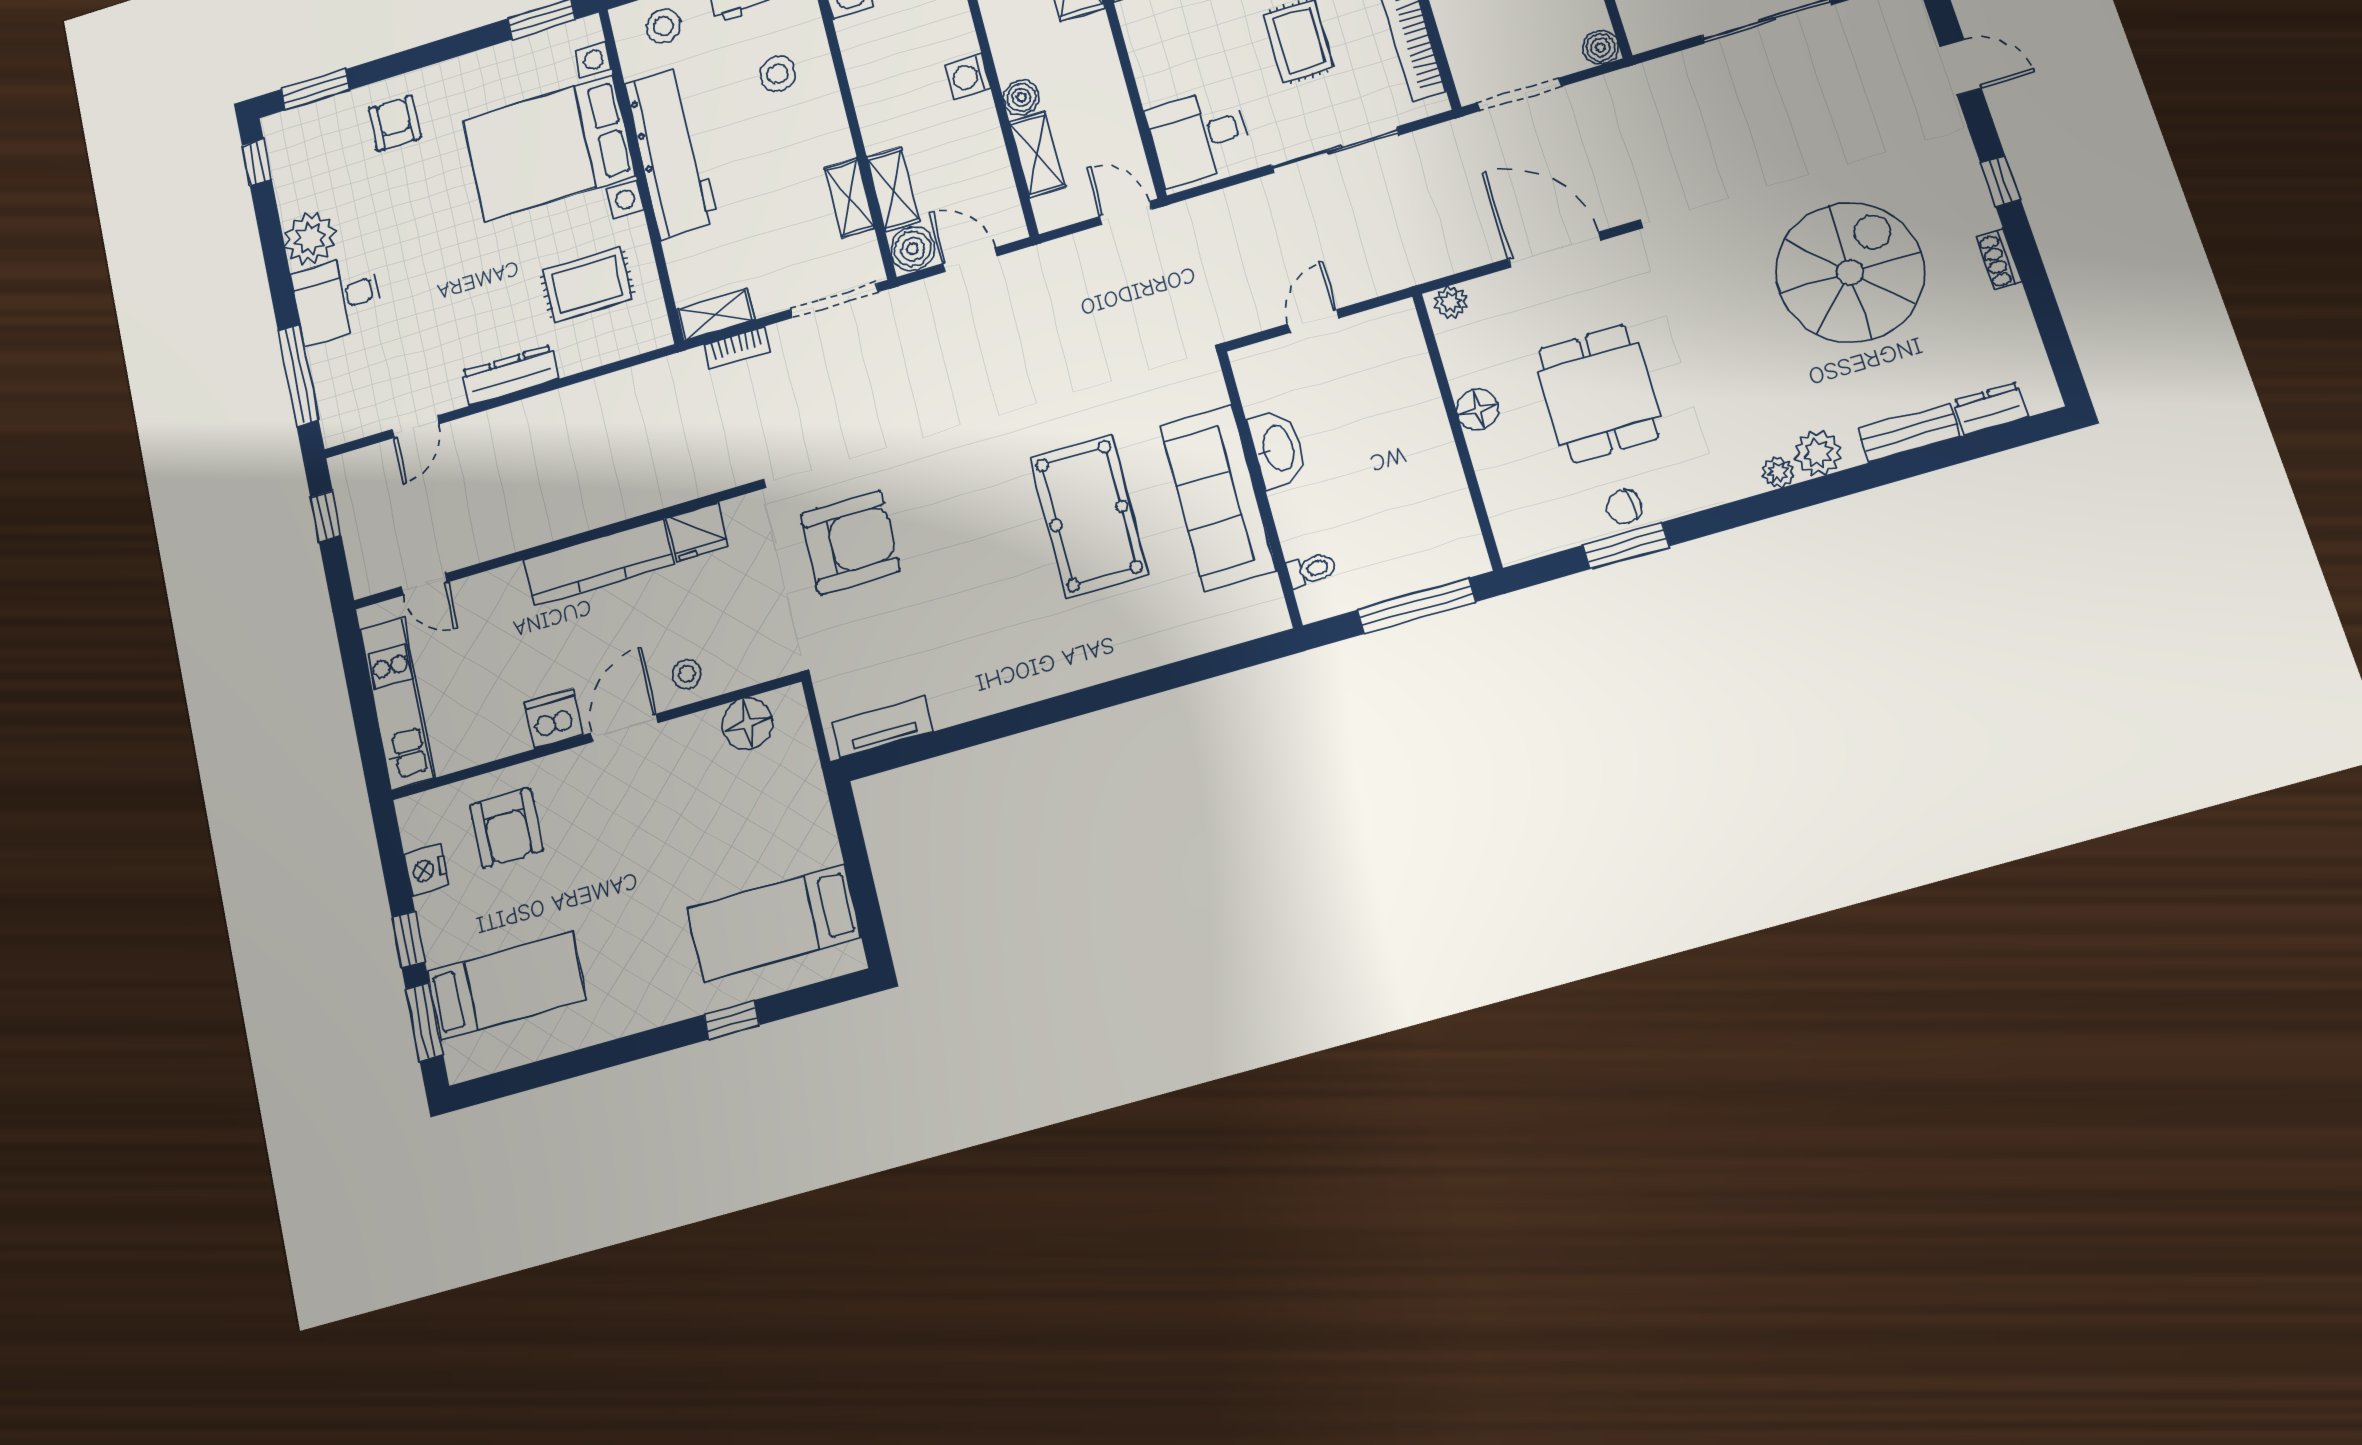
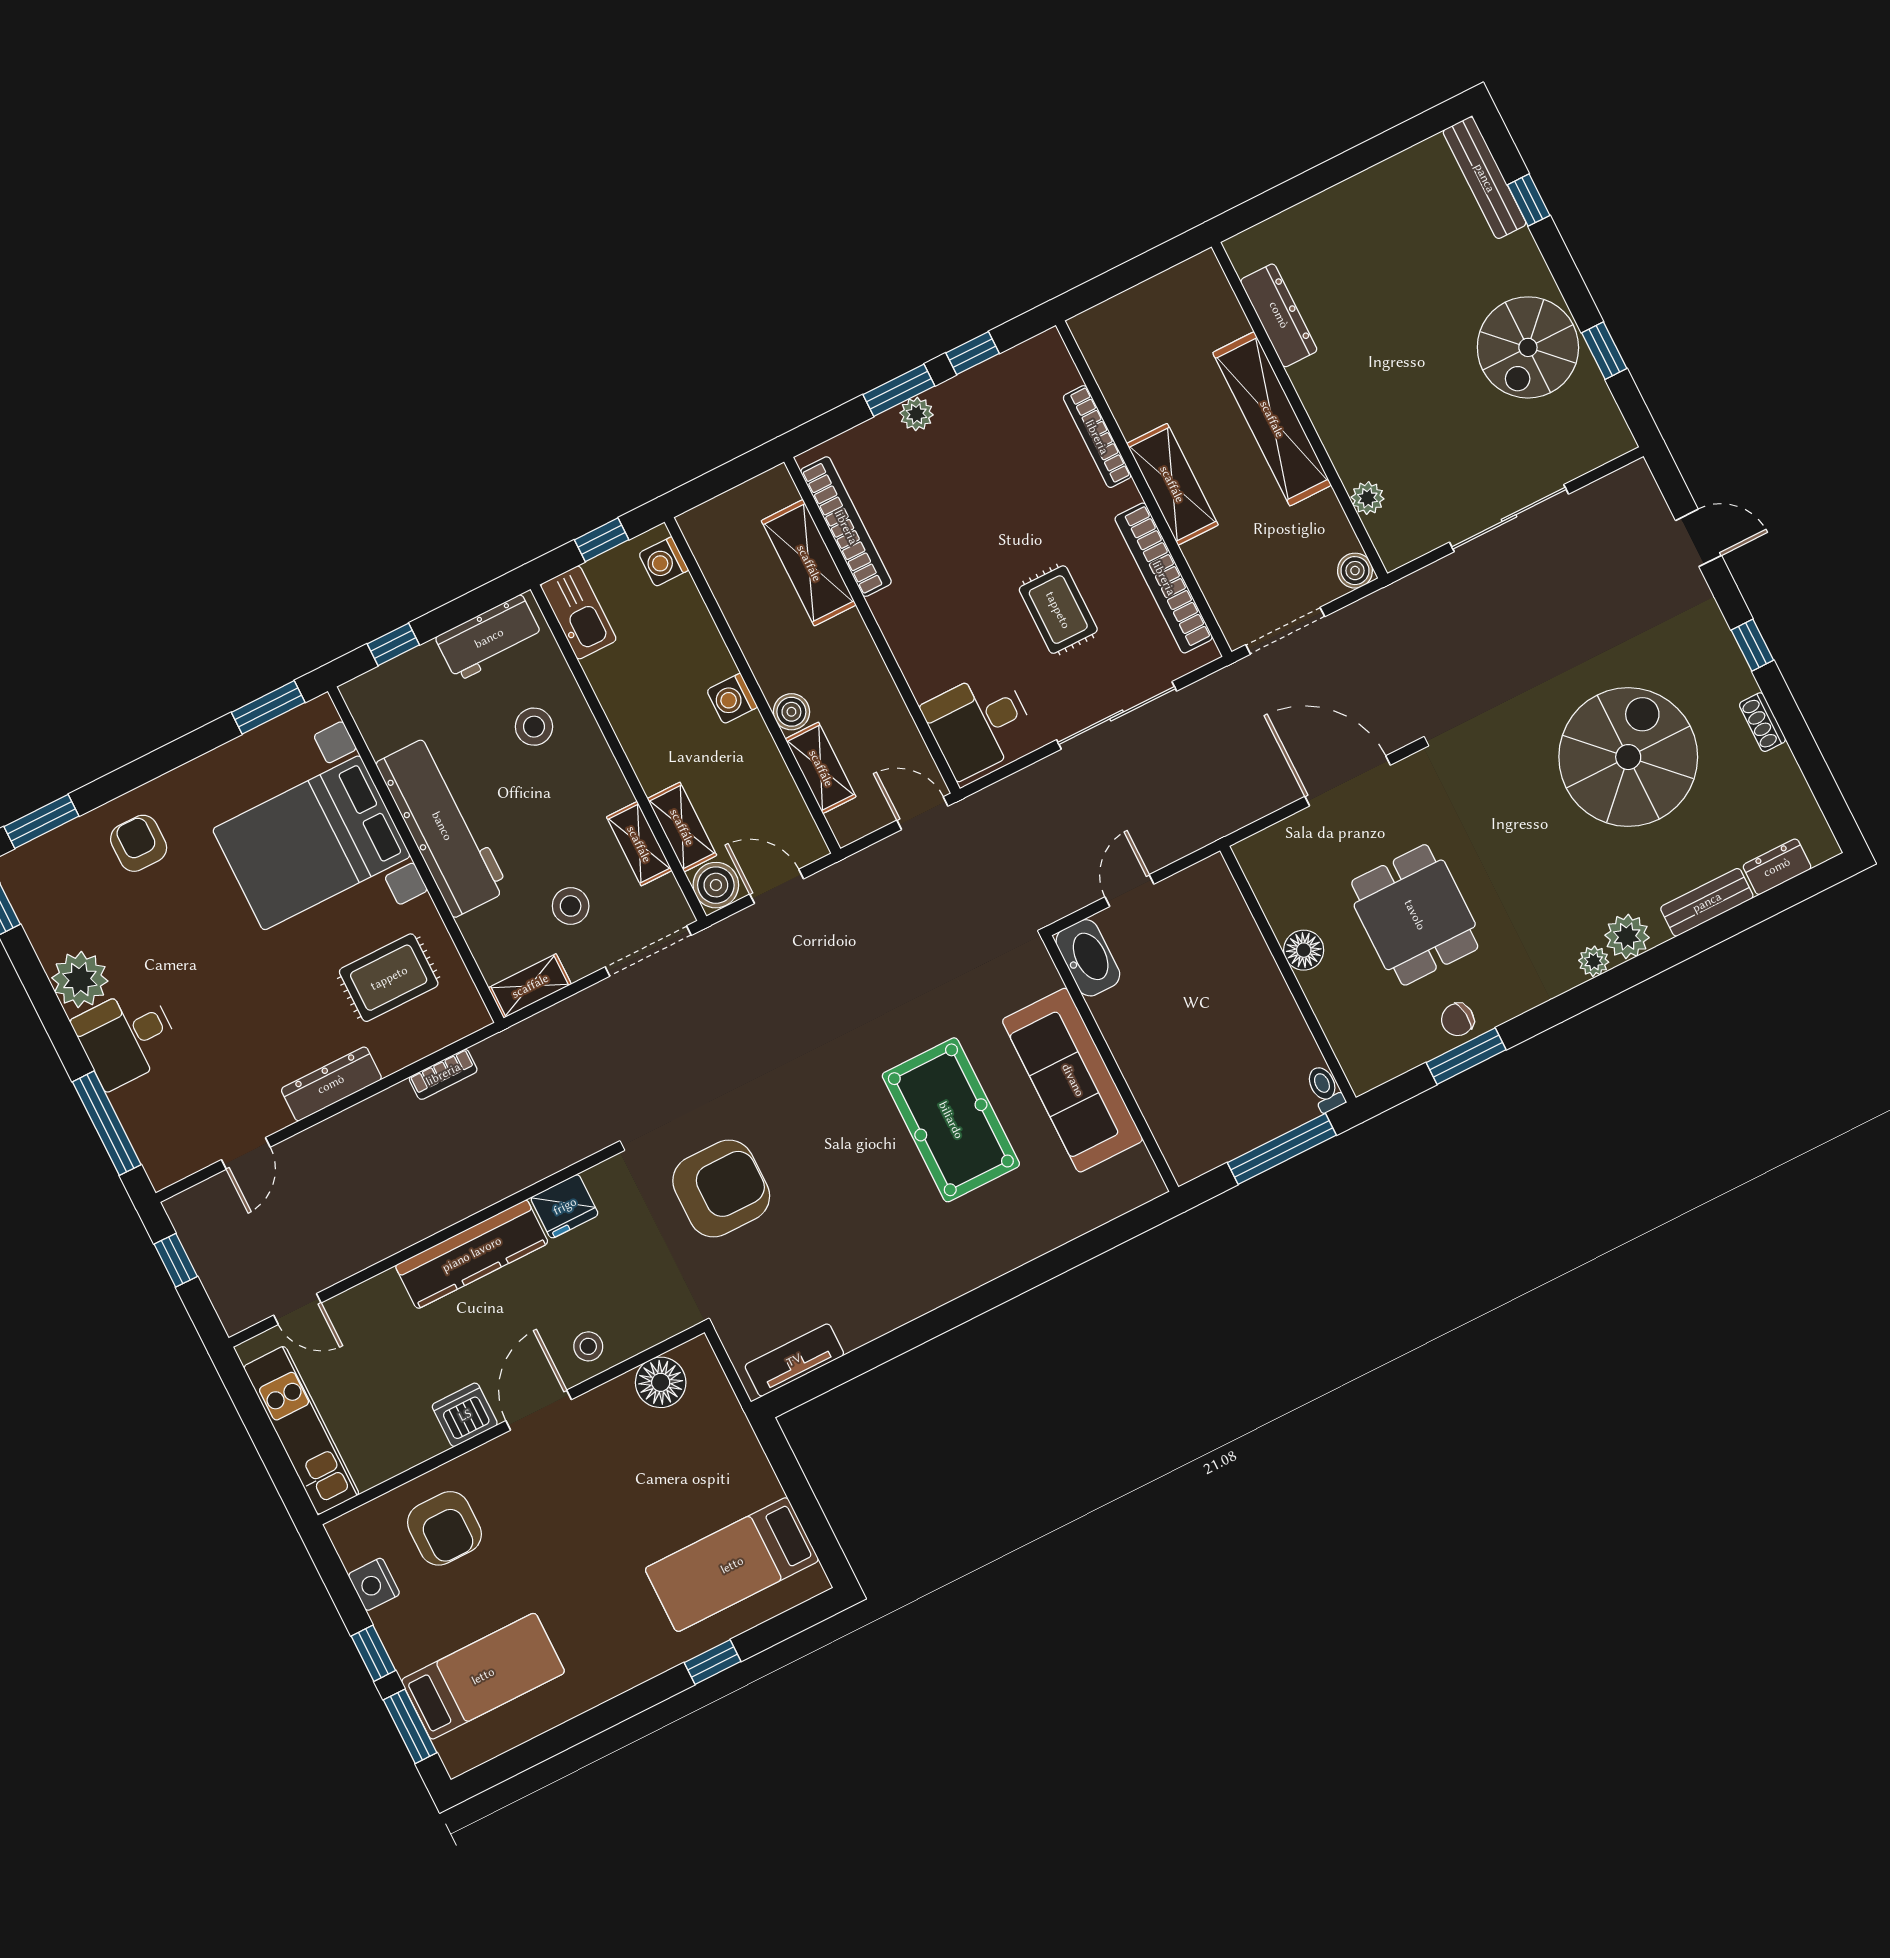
stool: (664, 26) -> (571, 906), moved
plant: (1451, 302) -> (1258, 849), removed
bookcase: (737, 348) -> (443, 1074), moved
washbasin: (1278, 449) -> (1088, 958), moved
toilet: (1311, 570) -> (1325, 1089), moved, turned -90

